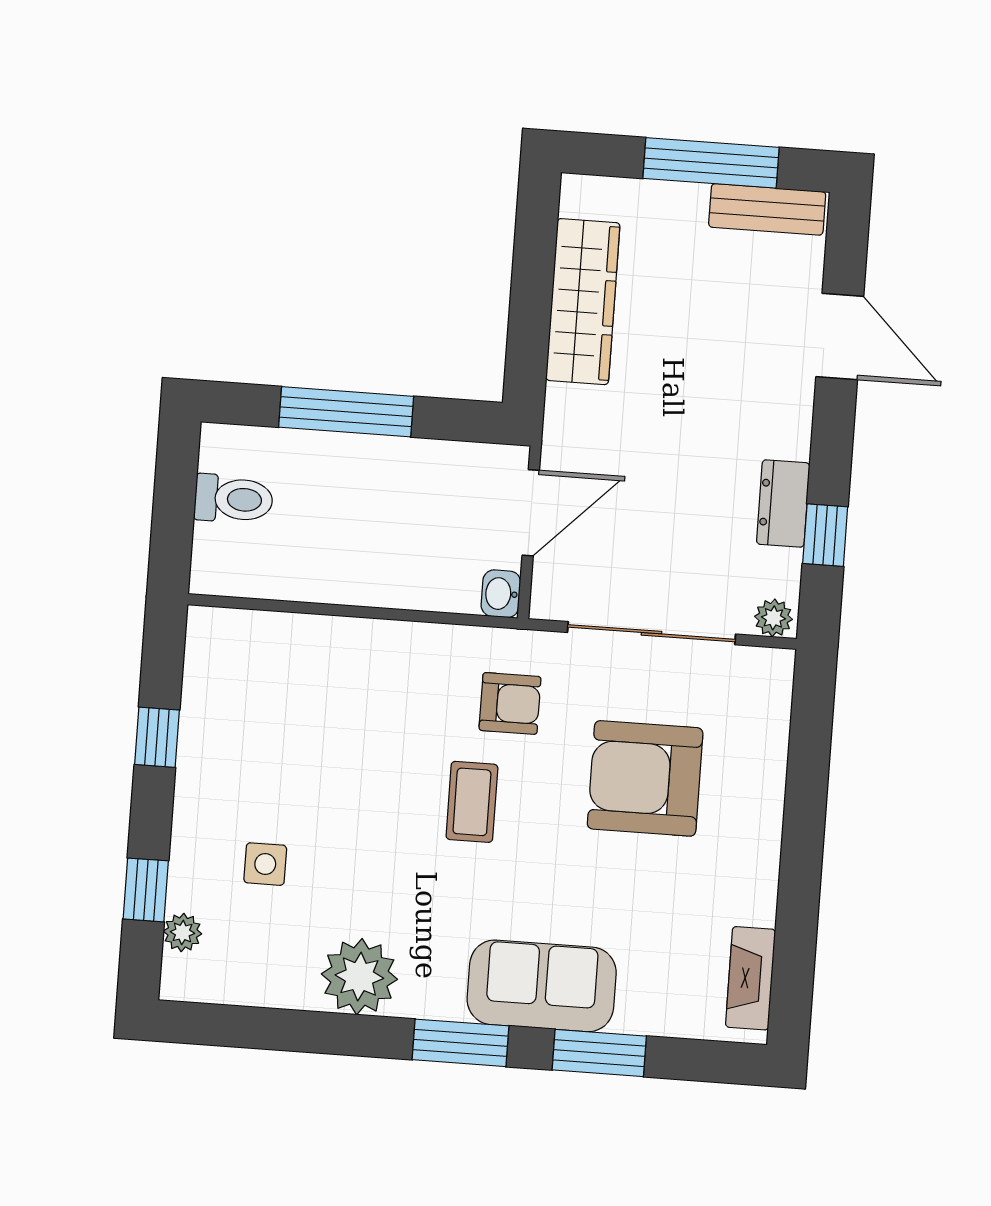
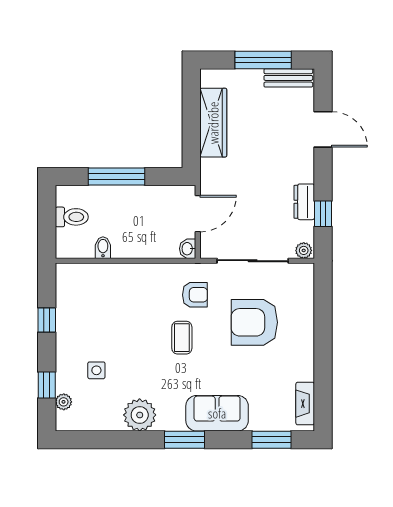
bidet: (302, 577) -> (103, 248), added
window: (599, 1053) -> (272, 440), moved

